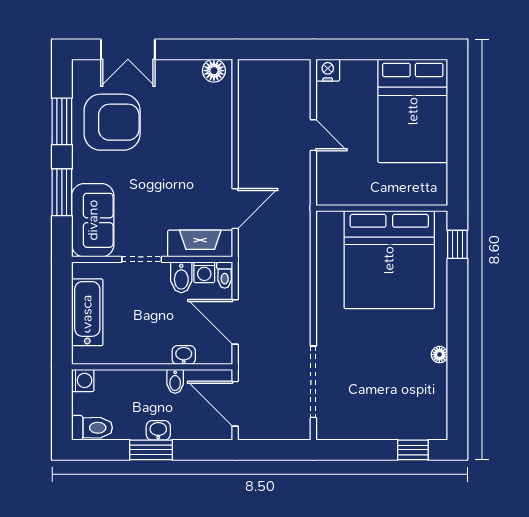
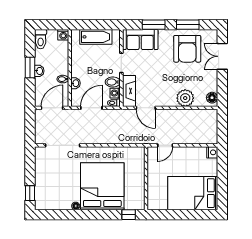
plant: (215, 126) -> (185, 98), added
door: (313, 135) -> (165, 145), moved
bed: (389, 260) -> (102, 186), moved, turned 90

